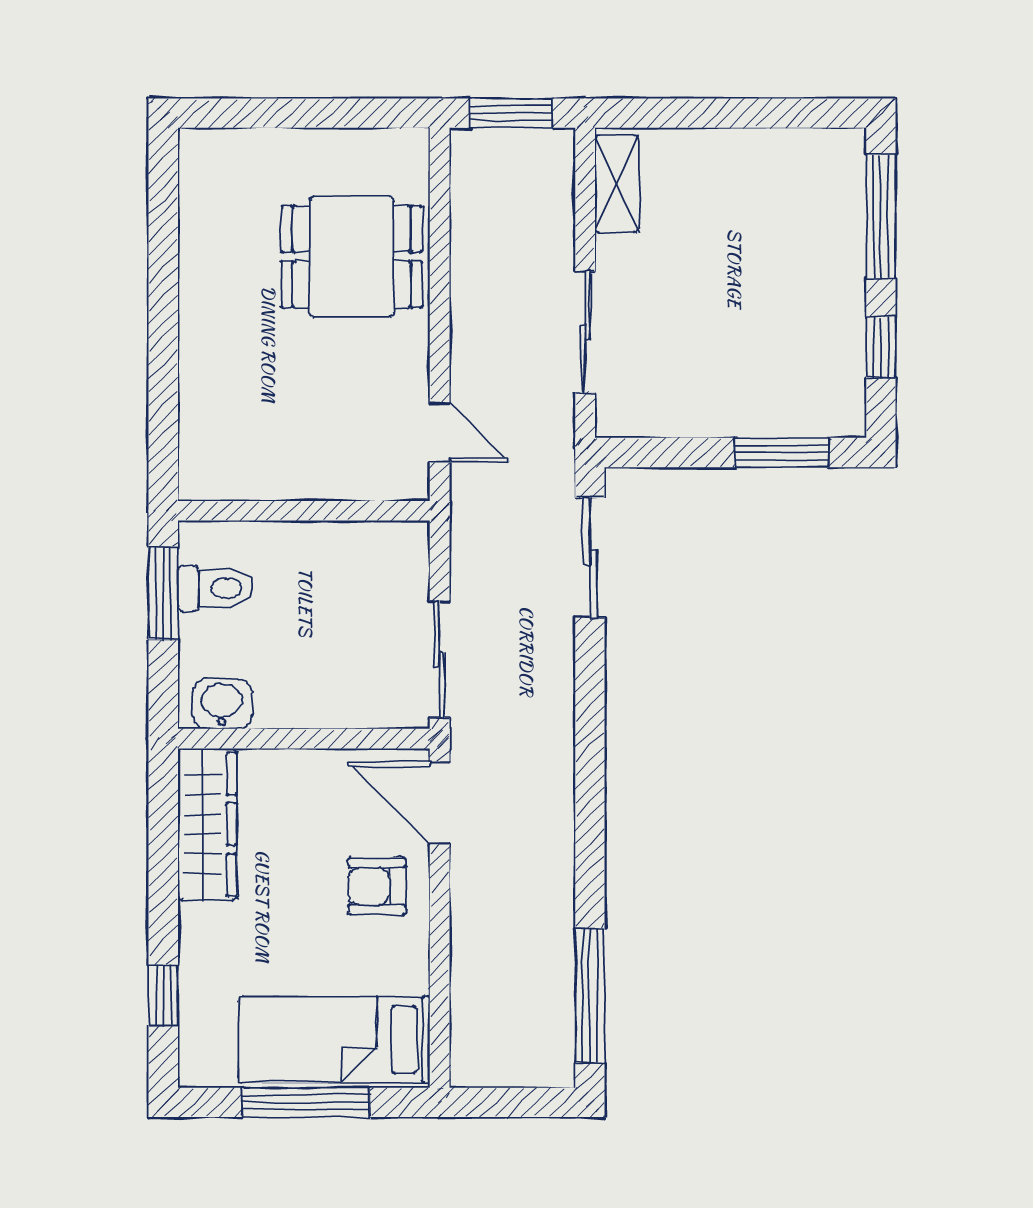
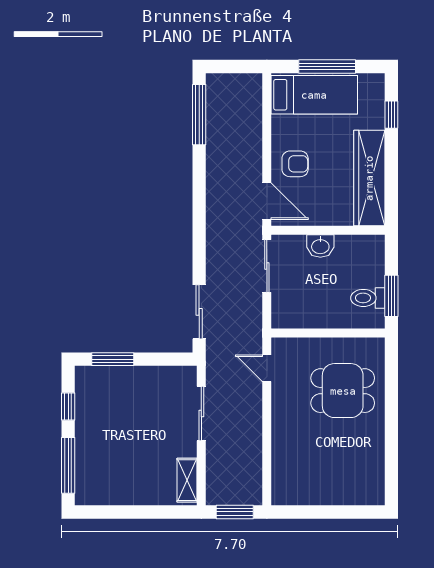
dining table: (352, 257) -> (343, 391), moved
washbasin: (222, 704) -> (320, 246), moved
wardrobe: (207, 824) -> (369, 178), width x1.40, depth x1.17

